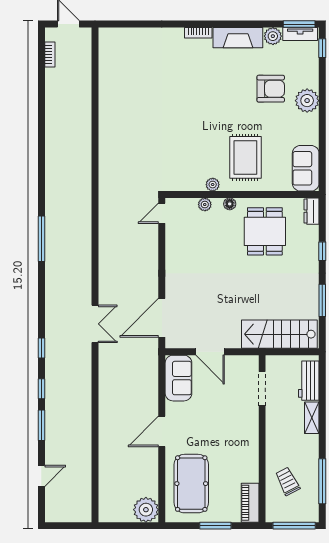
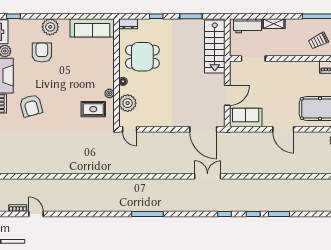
armchair: (195, 73) -> (31, 106), added
rug: (245, 157) -> (93, 109), moved, width x0.73, depth x0.70
sofa: (306, 168) -> (92, 28), width x1.36
plant: (205, 205) -> (128, 103), width x1.87, depth x1.87
door: (41, 476) -> (36, 214), moved

